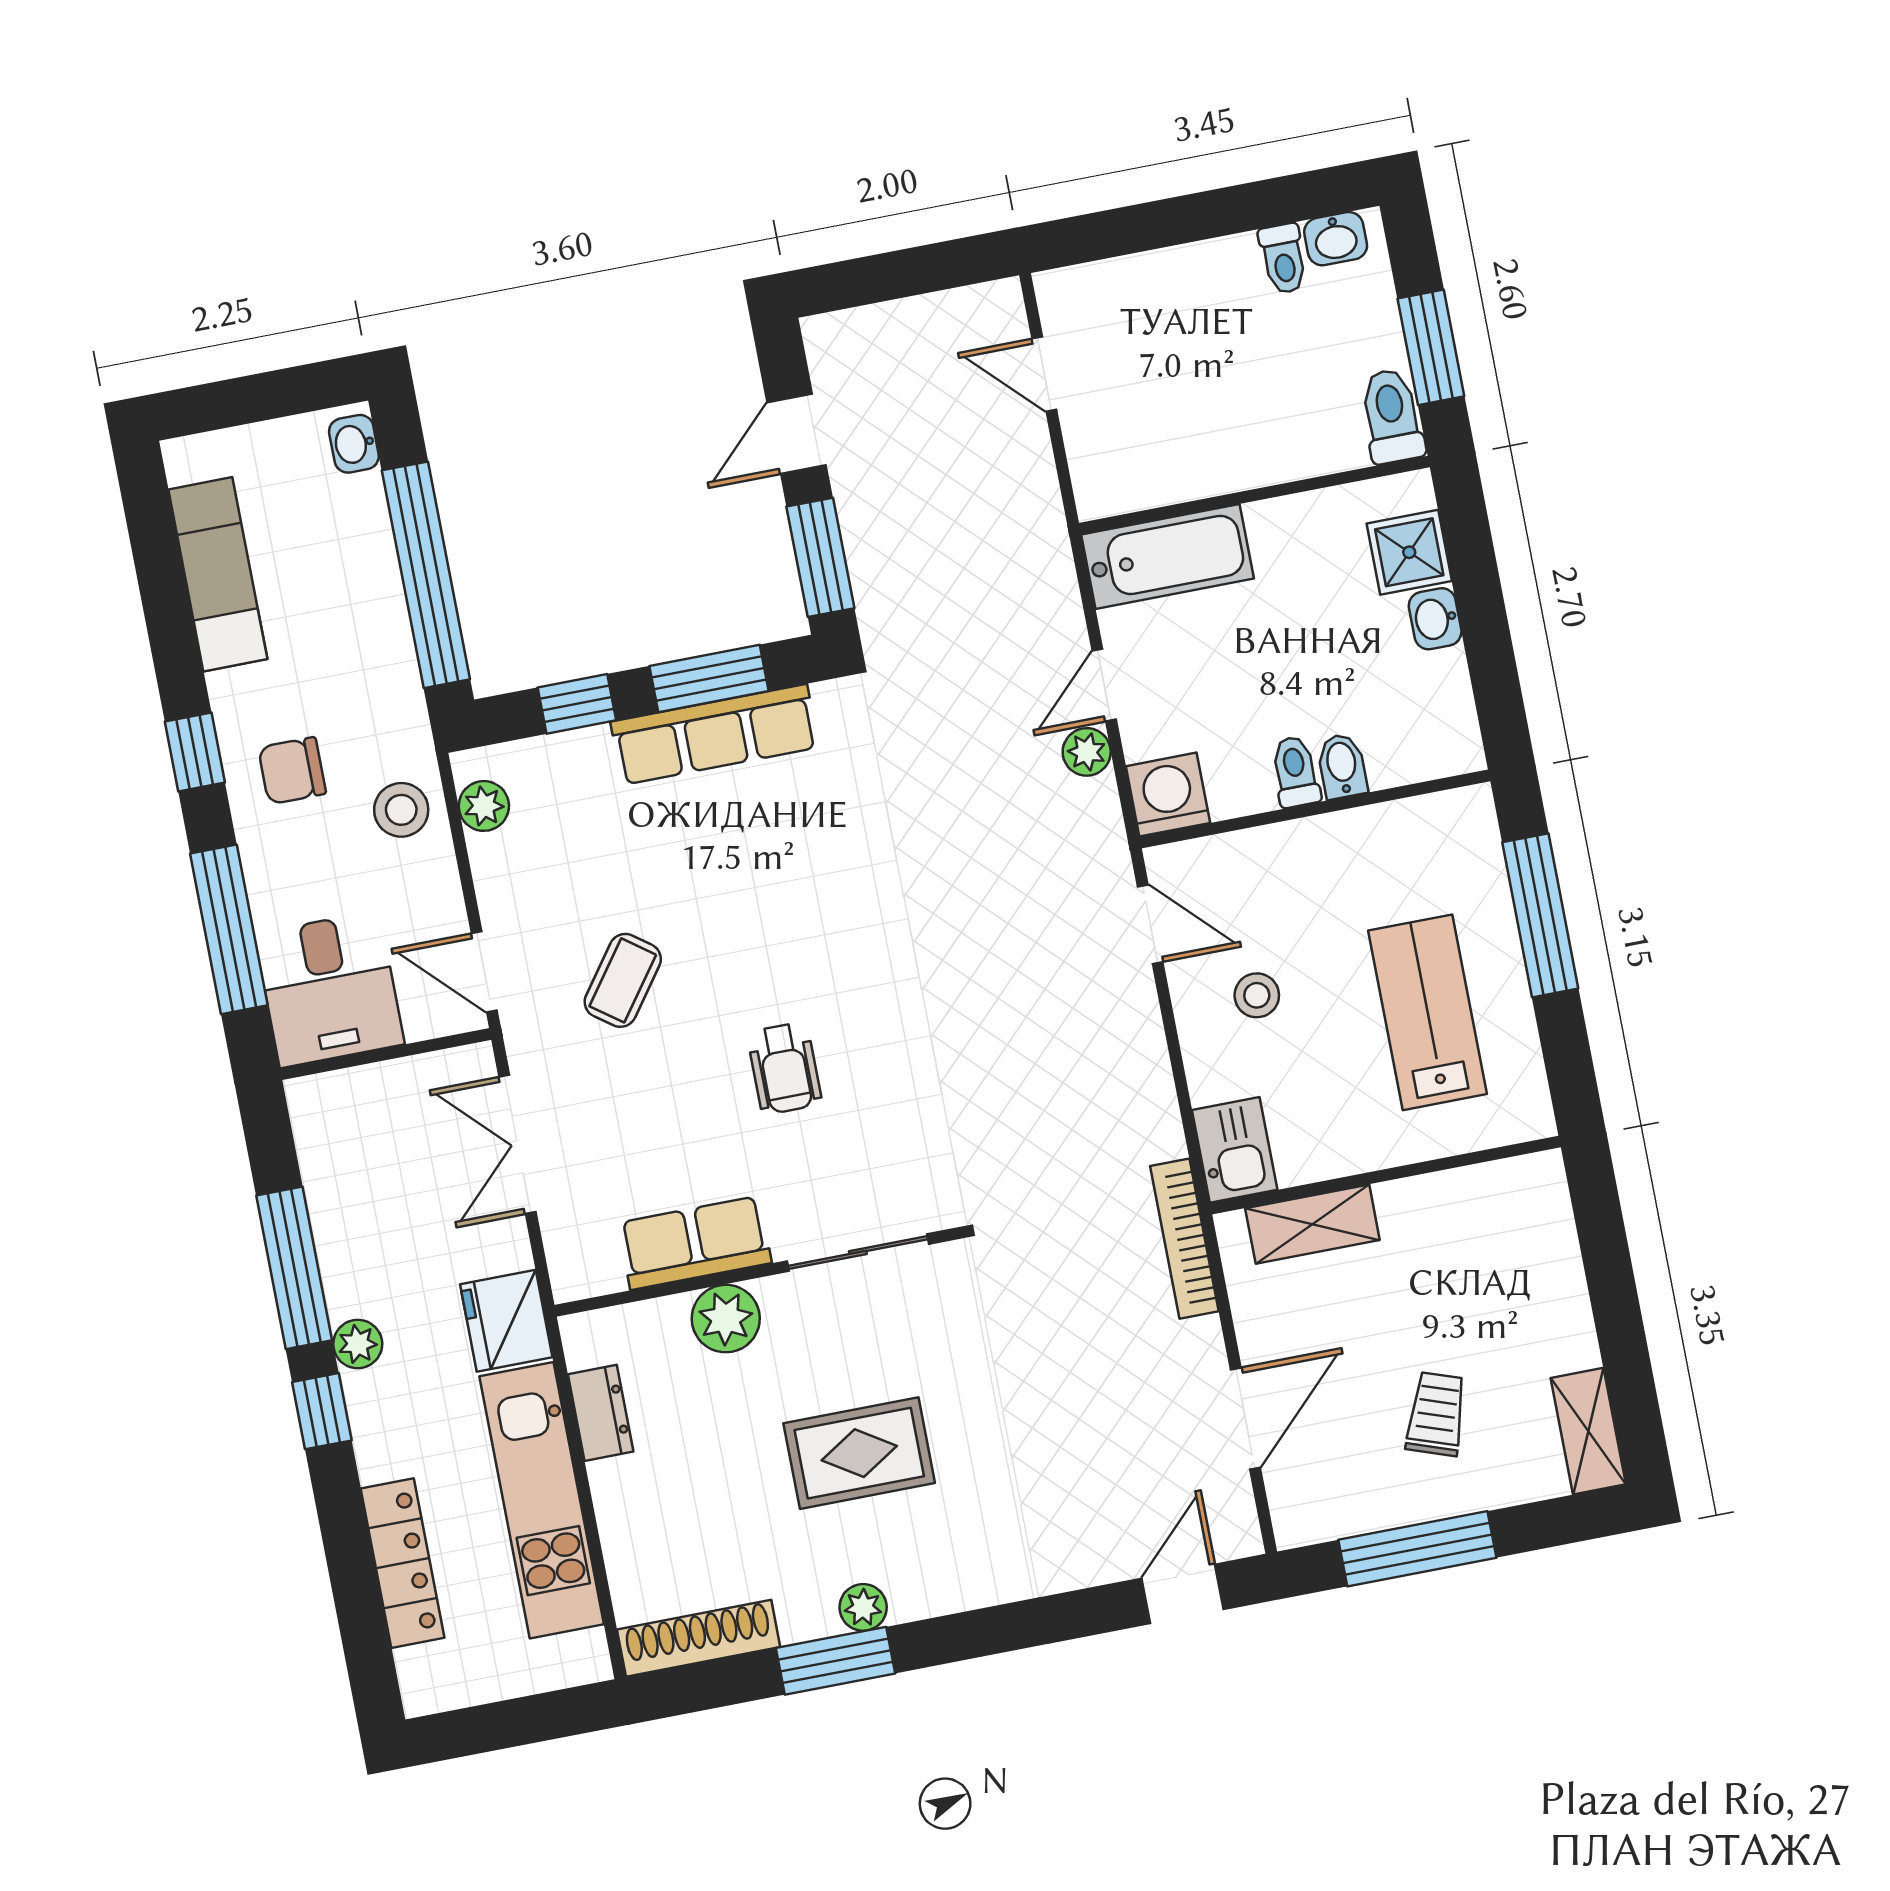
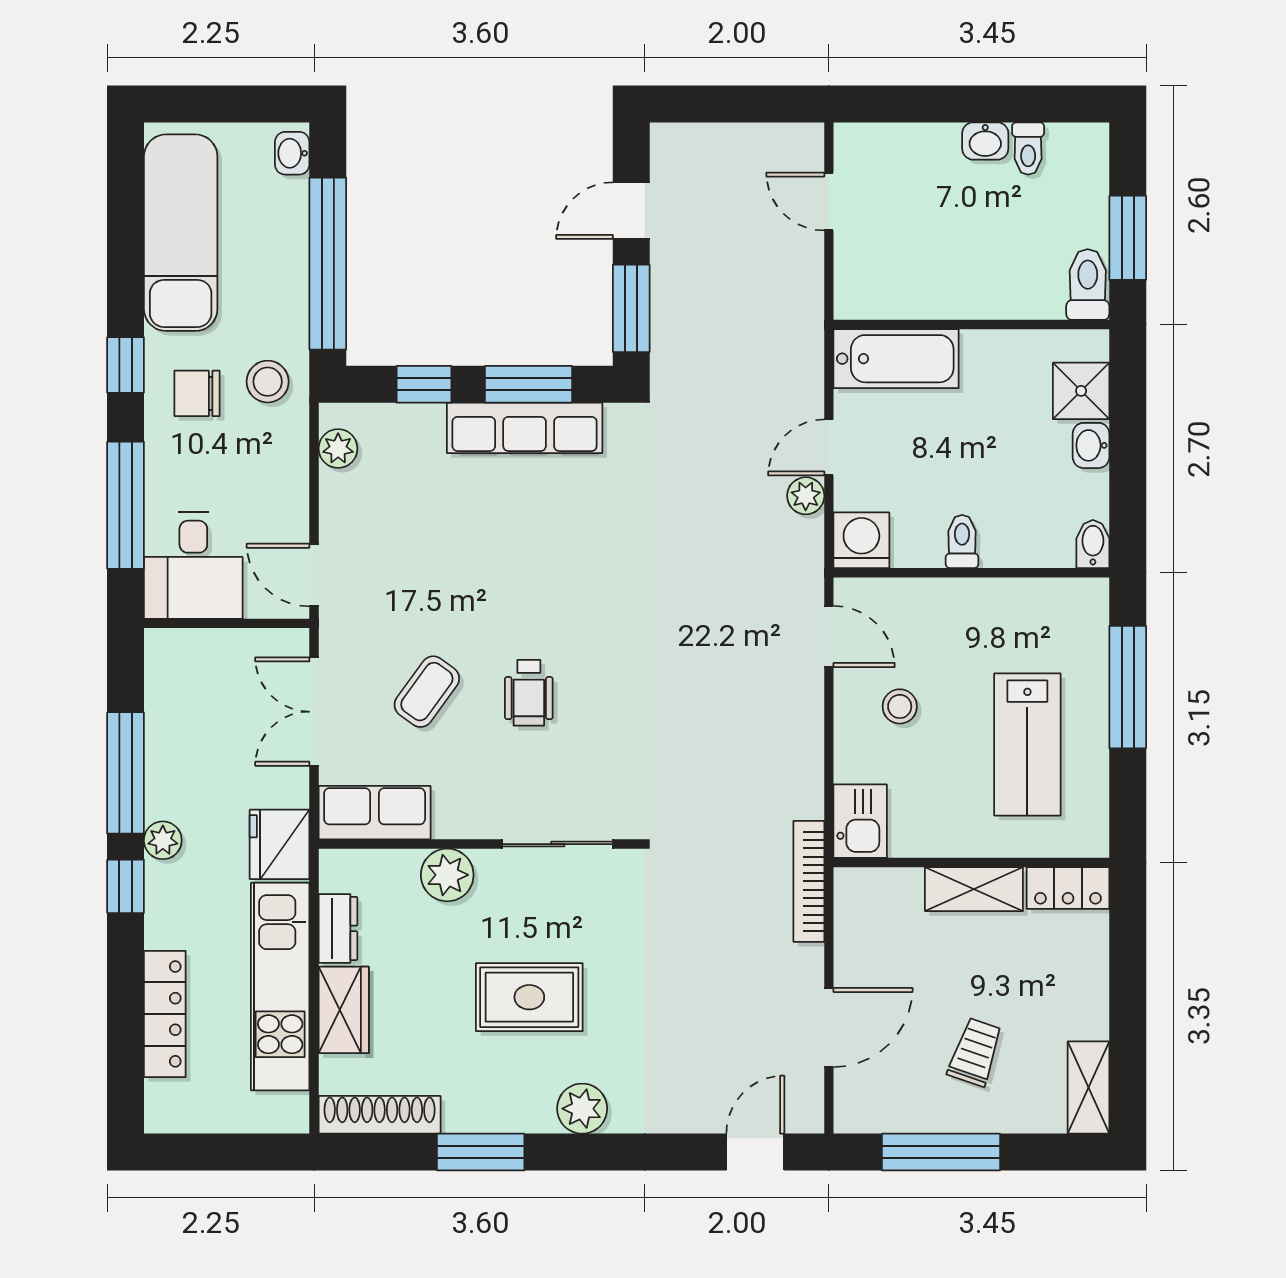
washbasin: (1336, 239) -> (985, 141), moved
exam couch: (218, 574) -> (181, 233), width x1.36, depth x1.45
bidet: (1342, 766) -> (1093, 544), moved
stool: (401, 810) -> (268, 382), moved
coffee table: (623, 980) -> (427, 692), moved
lab bench: (1428, 1012) -> (1027, 744), turned 180
locker: (1514, 1184) -> (1068, 888), added
shelving: (1312, 1224) -> (974, 889), moved
row of seats: (695, 1243) -> (375, 813), moved
wardrobe: (628, 1514) -> (344, 1010), added
plant: (863, 1607) -> (582, 1109), moved, width x1.38, depth x1.38

